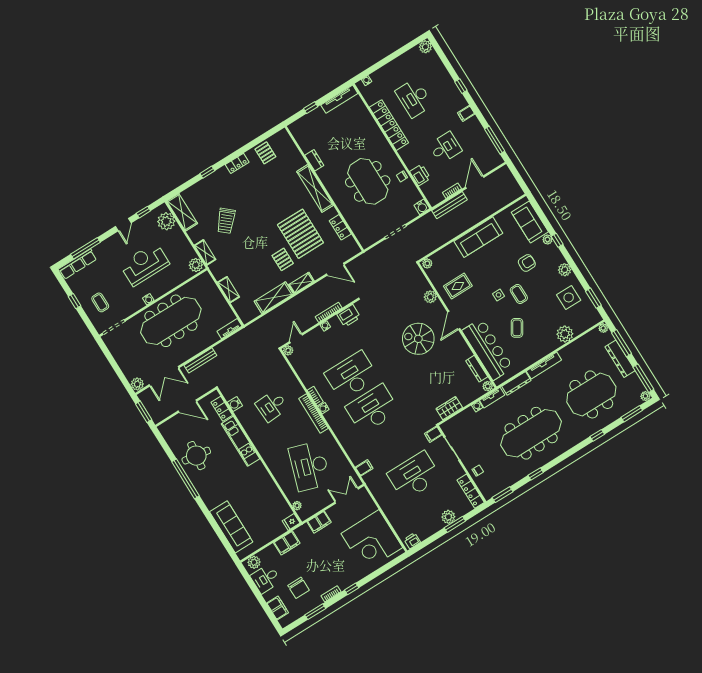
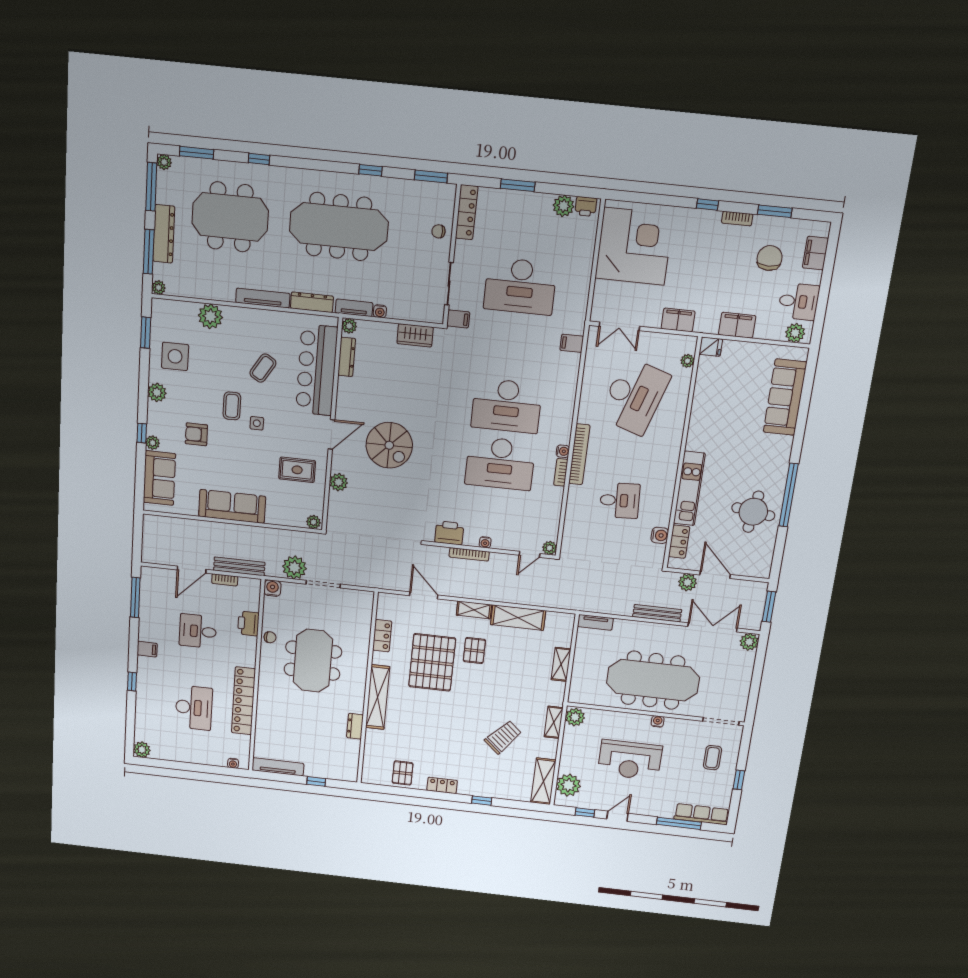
plant: (419, 229) -> (294, 568), added
plant: (198, 390) -> (688, 582), added
plant: (448, 517) -> (564, 206), moved

